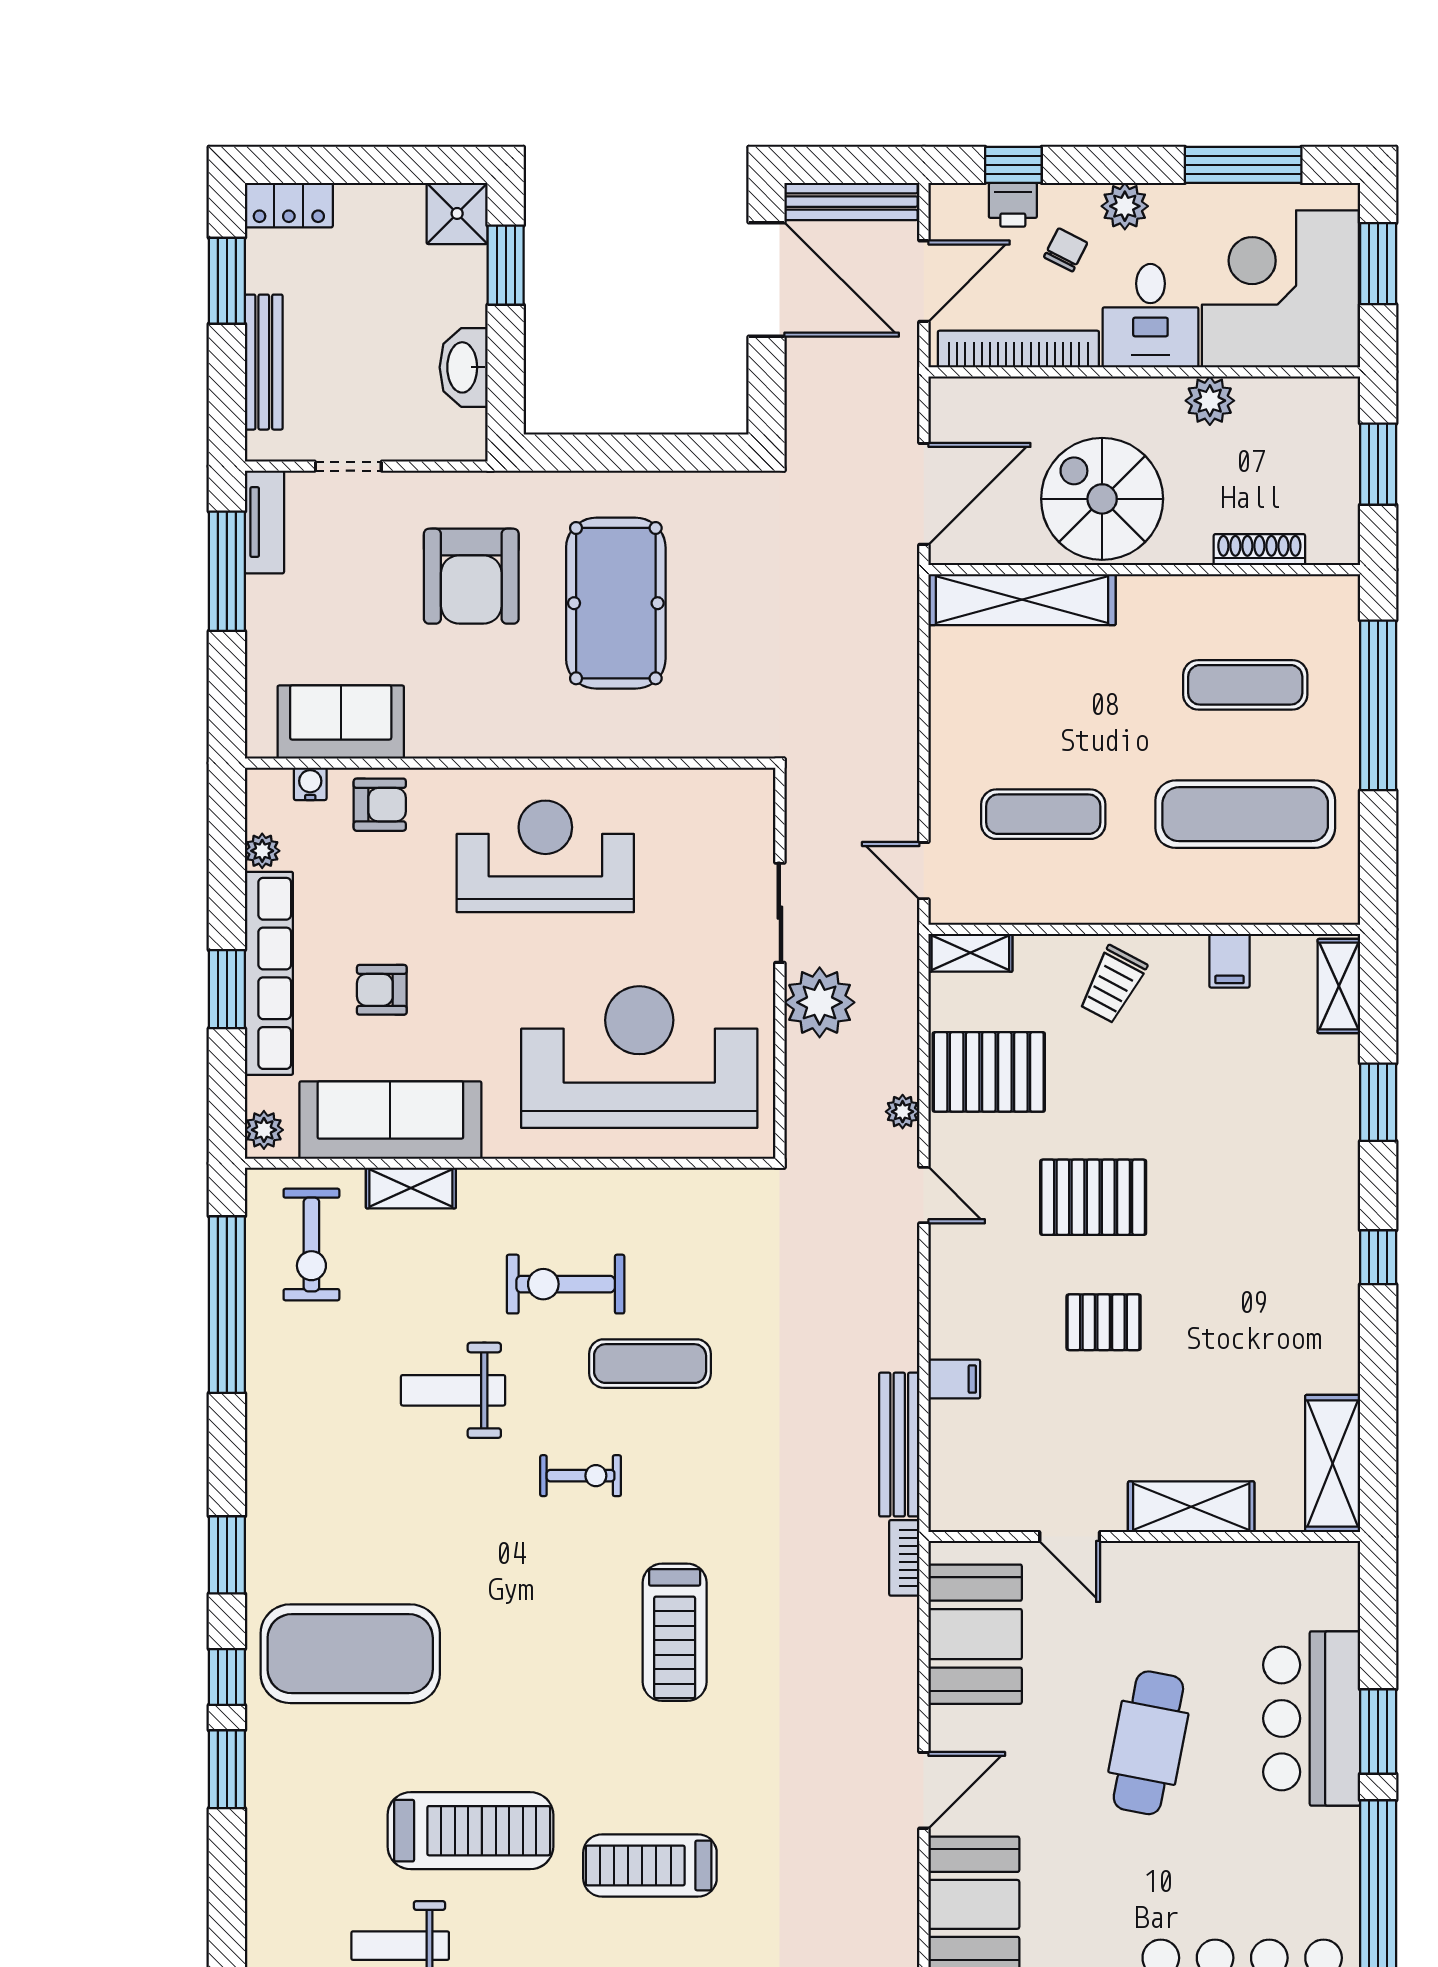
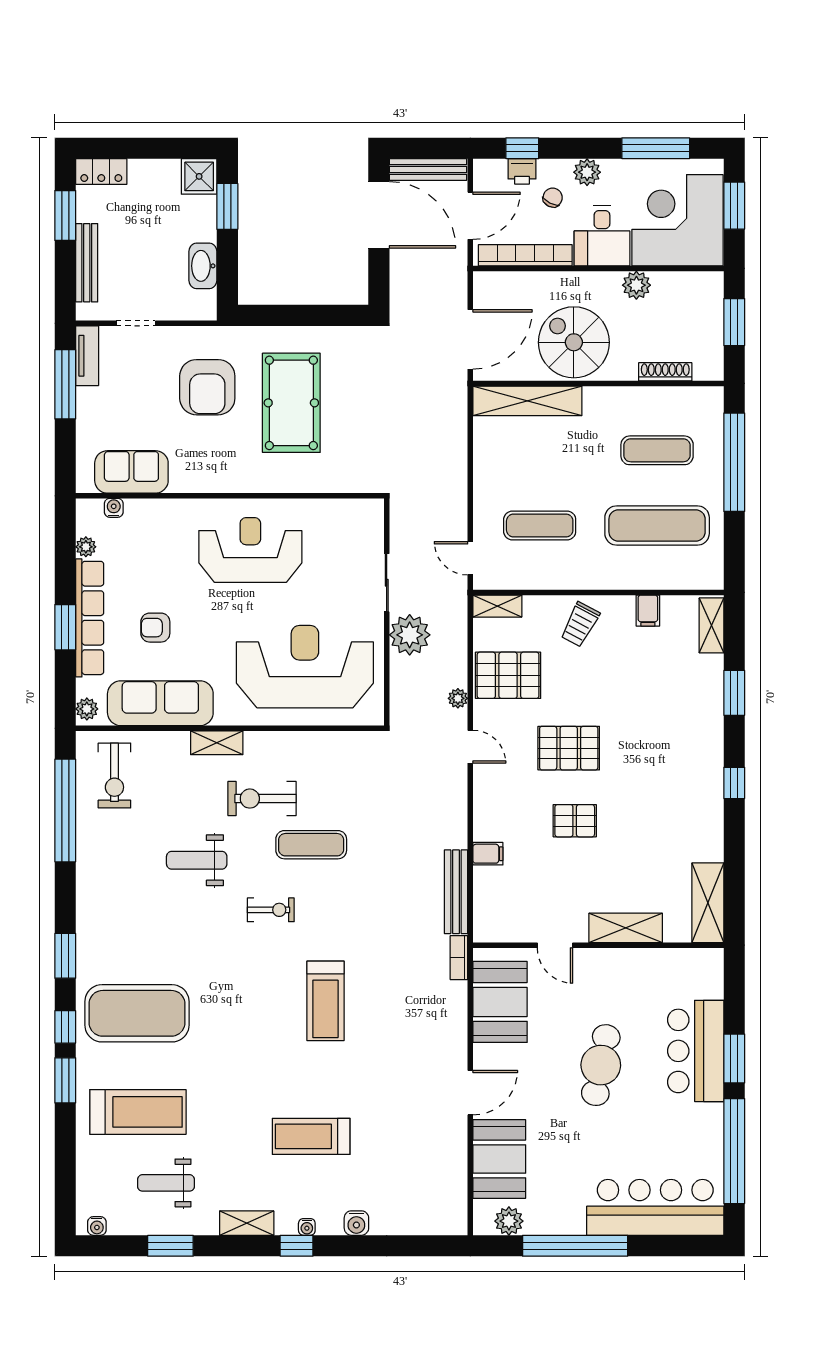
armchair: (380, 805) -> (154, 520), removed
shelving: (411, 1188) -> (217, 743), moved
treadmill: (470, 1831) -> (138, 1112), moved

